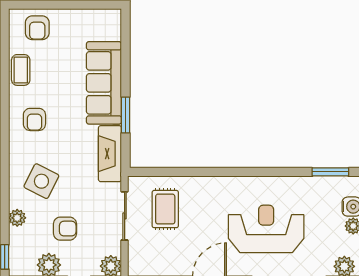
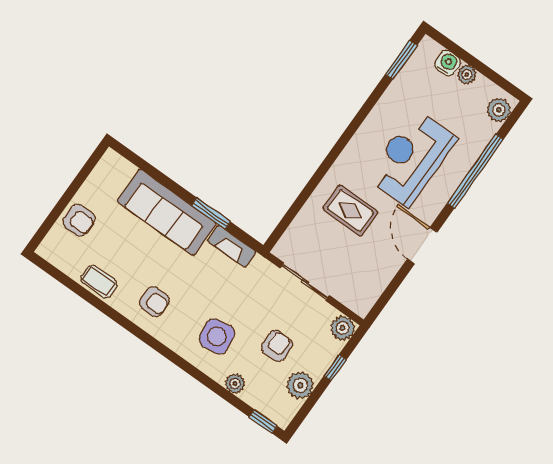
armchair: (37, 28) -> (79, 220), moved
fireplace: (110, 154) -> (232, 246), width x0.73, depth x0.76
side table: (41, 181) -> (217, 336), turned -35
rug: (165, 209) -> (350, 210), moved

